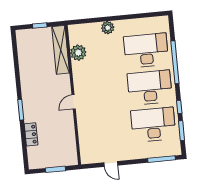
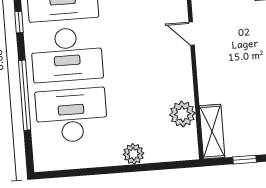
shelving: (61, 50) -> (212, 132), width x0.68
desk: (146, 50) -> (71, 115), turned 180
door: (74, 102) -> (192, 34), swing flipped

